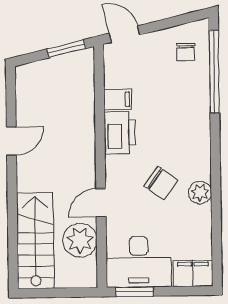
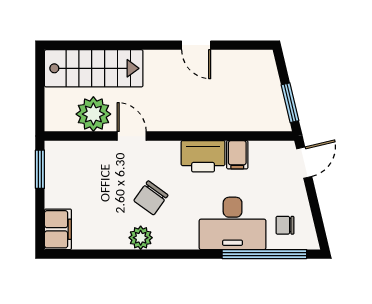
desk: (139, 262) -> (233, 223), moved, turned -90

